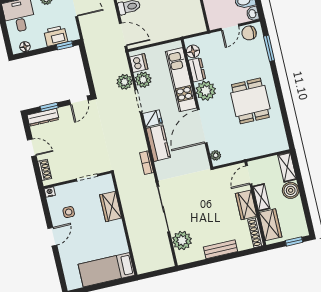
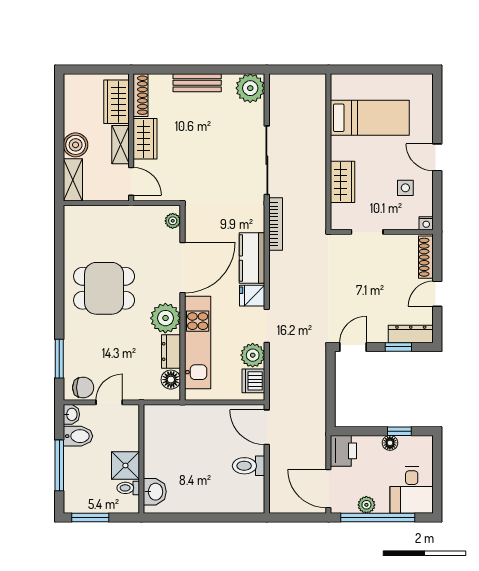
printer: (56, 36) -> (343, 451), moved, turned -90
window: (65, 45) -> (399, 431), moved
floor lamp: (25, 47) -> (390, 443), moved
plant: (125, 82) -> (281, 358), removed
dining table: (250, 101) -> (104, 288), turned 90
door: (32, 148) -> (437, 294), hinge flipped
bookcase: (147, 163) -> (276, 224), width x1.56
shoe rack: (45, 170) -> (426, 257), width x1.43
door: (249, 175) -> (131, 181), hinge flipped
door: (52, 237) -> (437, 157), hinge flipped
plant: (182, 241) -> (250, 88), moved
window: (294, 241) -> (88, 70), removed
bed: (106, 270) -> (370, 118), moved

